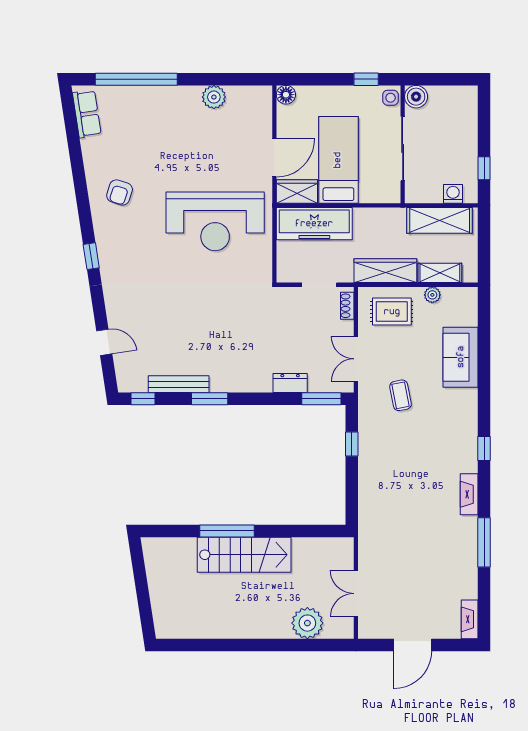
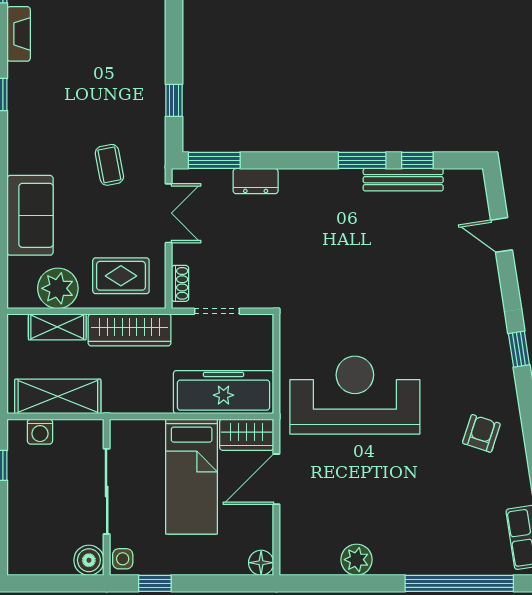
plant: (432, 295) -> (58, 288), width x1.88, depth x1.88
window: (143, 399) -> (417, 160), moved

